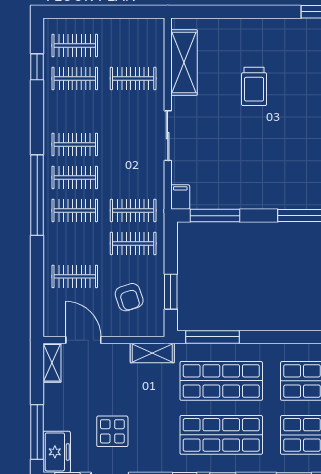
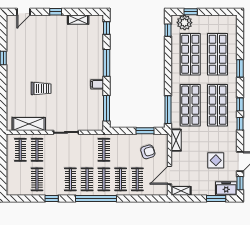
clothes rail: (75, 45) -> (20, 150), moved
window: (37, 67) -> (52, 198), moved
filing cabinet: (180, 197) -> (97, 84), moved
clothes rail: (133, 243) -> (121, 179), moved
window: (37, 432) -> (216, 198), width x0.69

